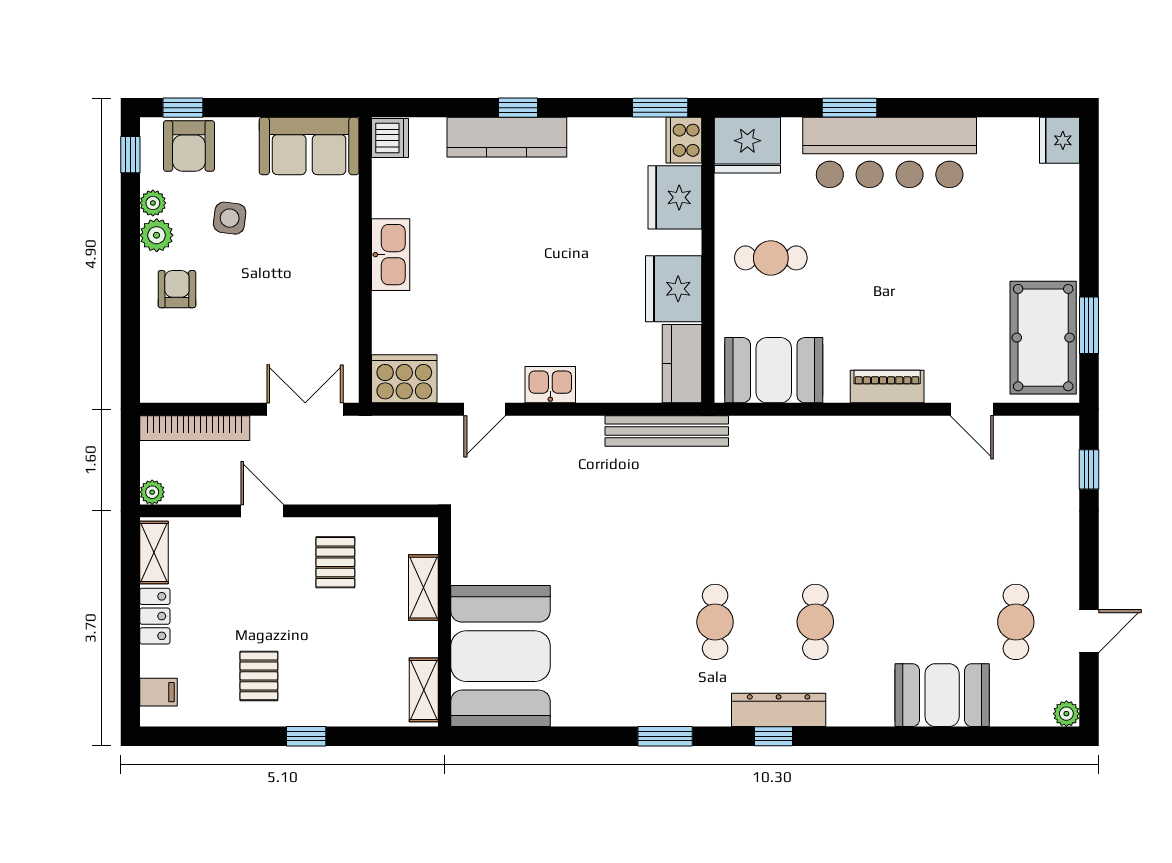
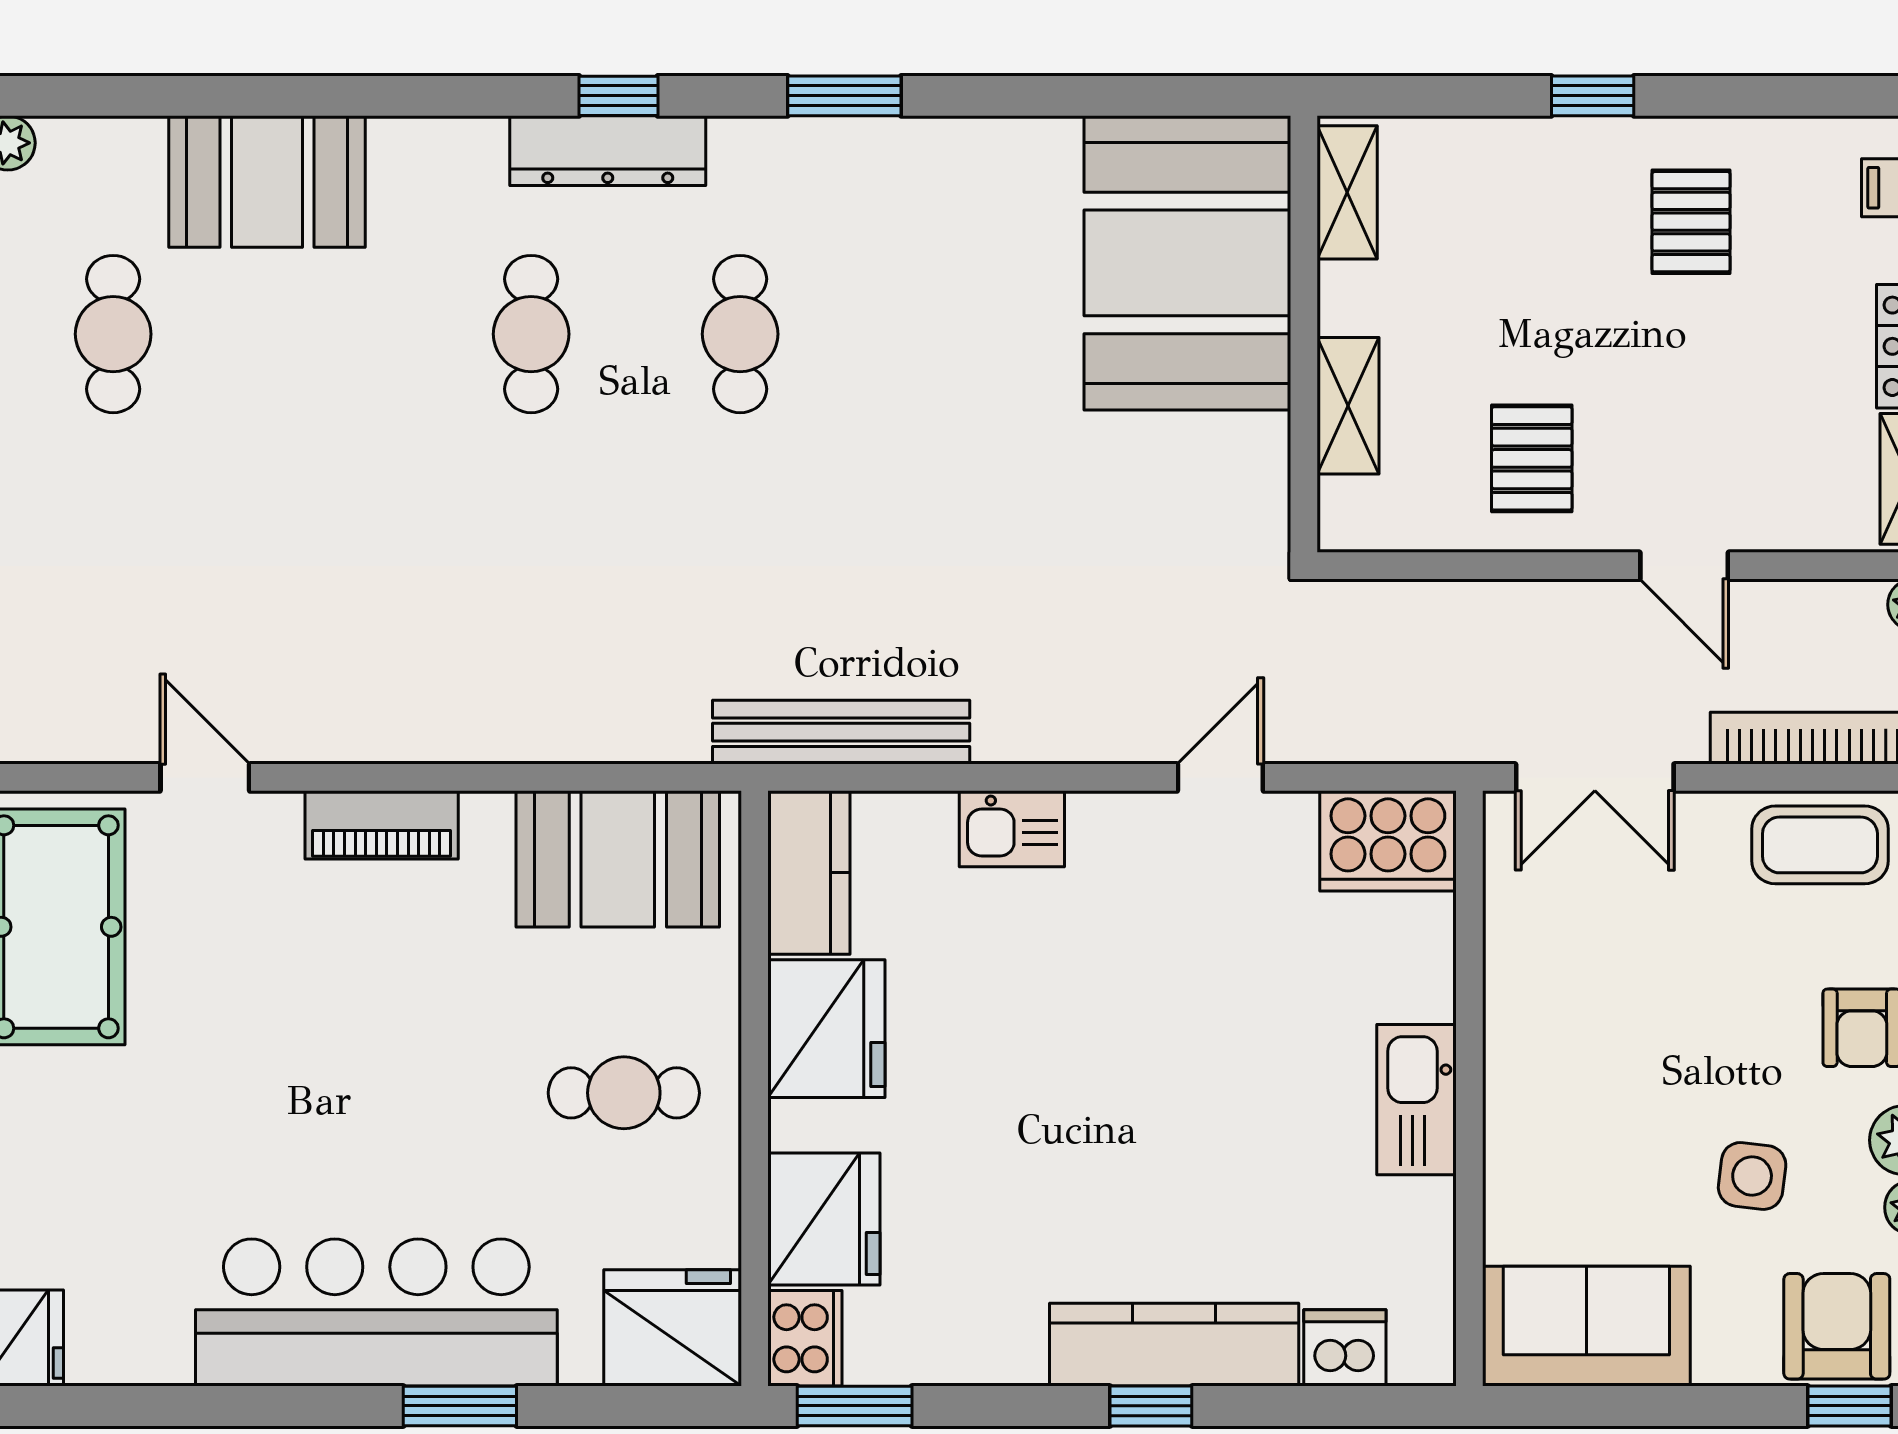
dishwasher: (390, 138) -> (1345, 1348), moved, turned 90
coffee table: (197, 377) -> (1820, 845), added
kitchen sink: (550, 385) -> (1012, 829), moved

